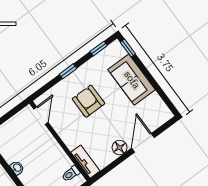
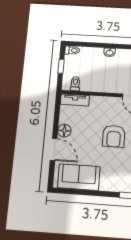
sofa: (132, 80) -> (79, 177), moved
armchair: (88, 101) -> (114, 136), turned 90

